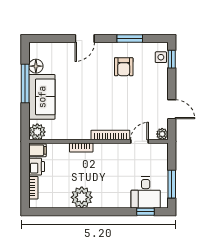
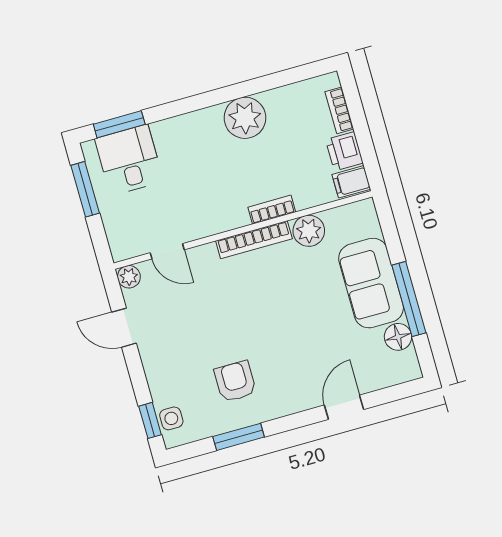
door: (85, 38) -> (344, 407), moved
plant: (37, 132) -> (309, 231), moved
bookcase: (110, 135) -> (254, 240), moved
door: (139, 141) -> (167, 251), hinge flipped
window: (146, 212) -> (119, 124), width x1.50

